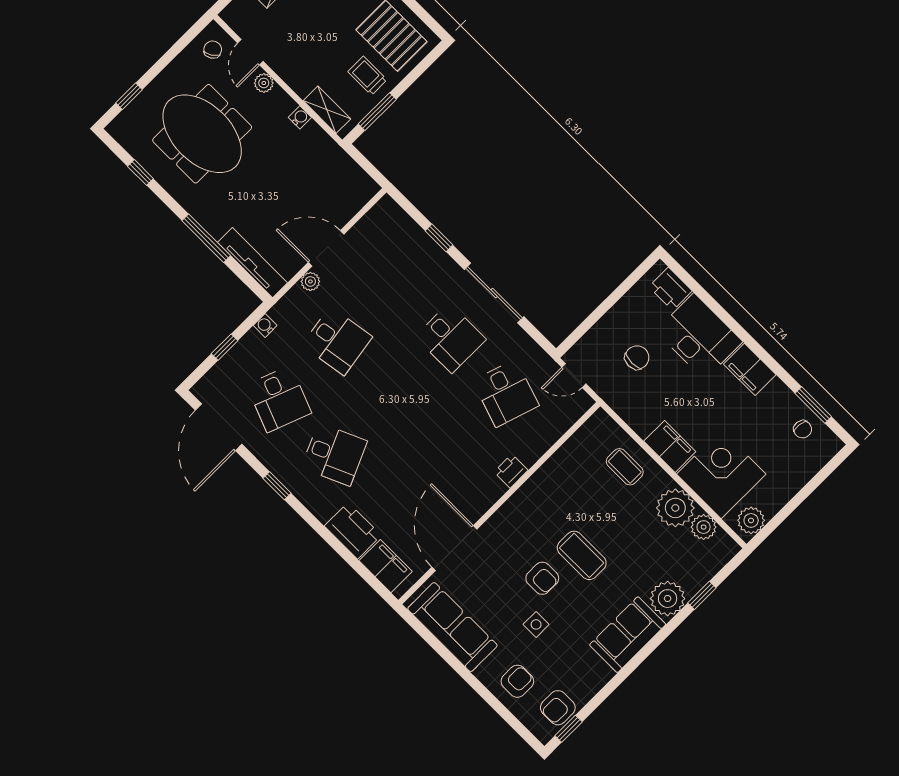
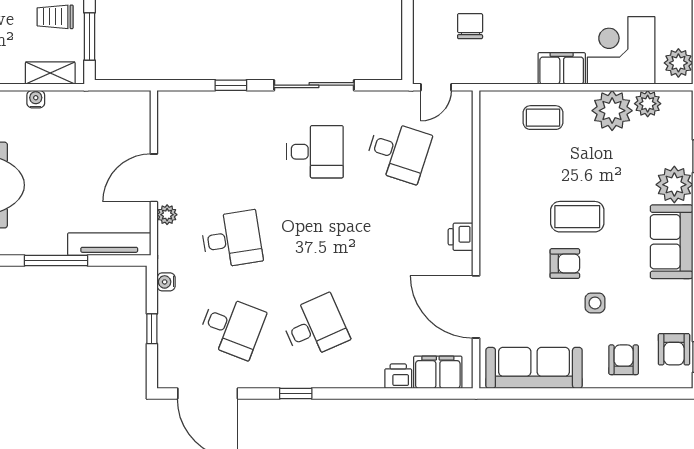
printer: (511, 471) -> (461, 237), moved
printer: (353, 531) -> (398, 376), width x0.53, depth x0.68

